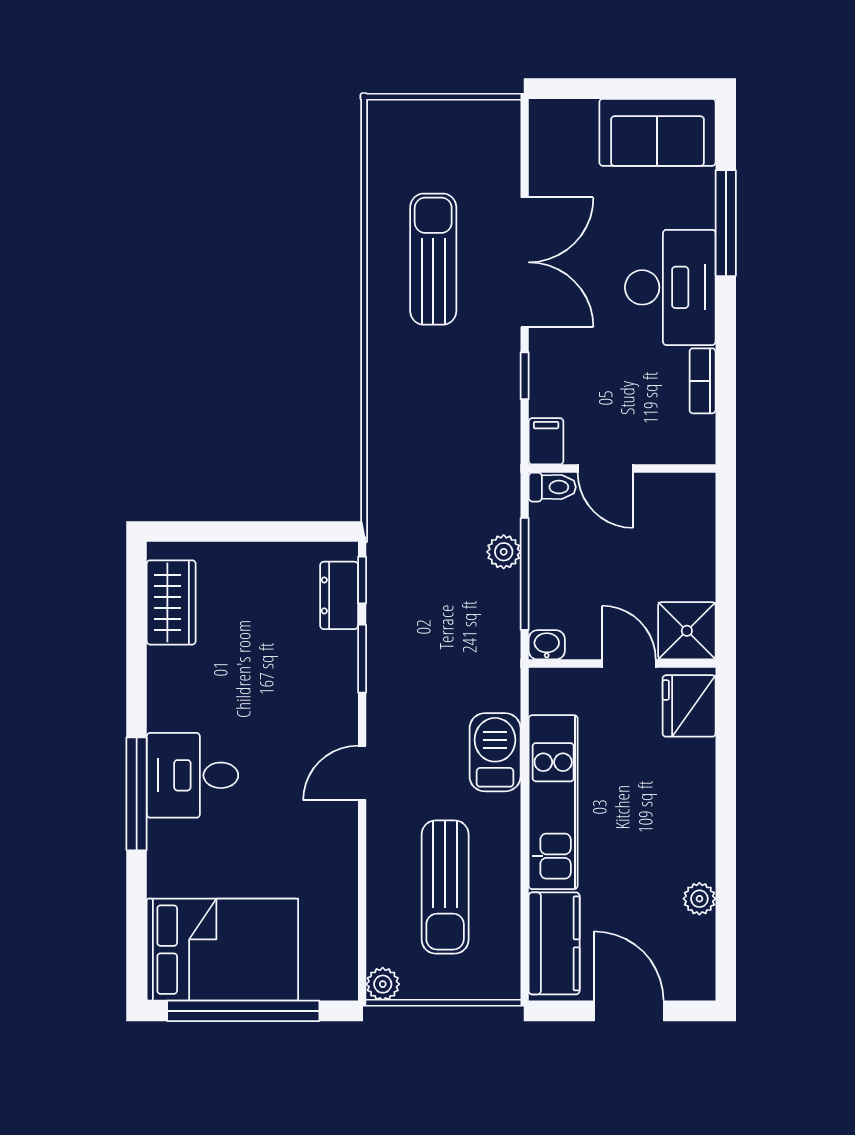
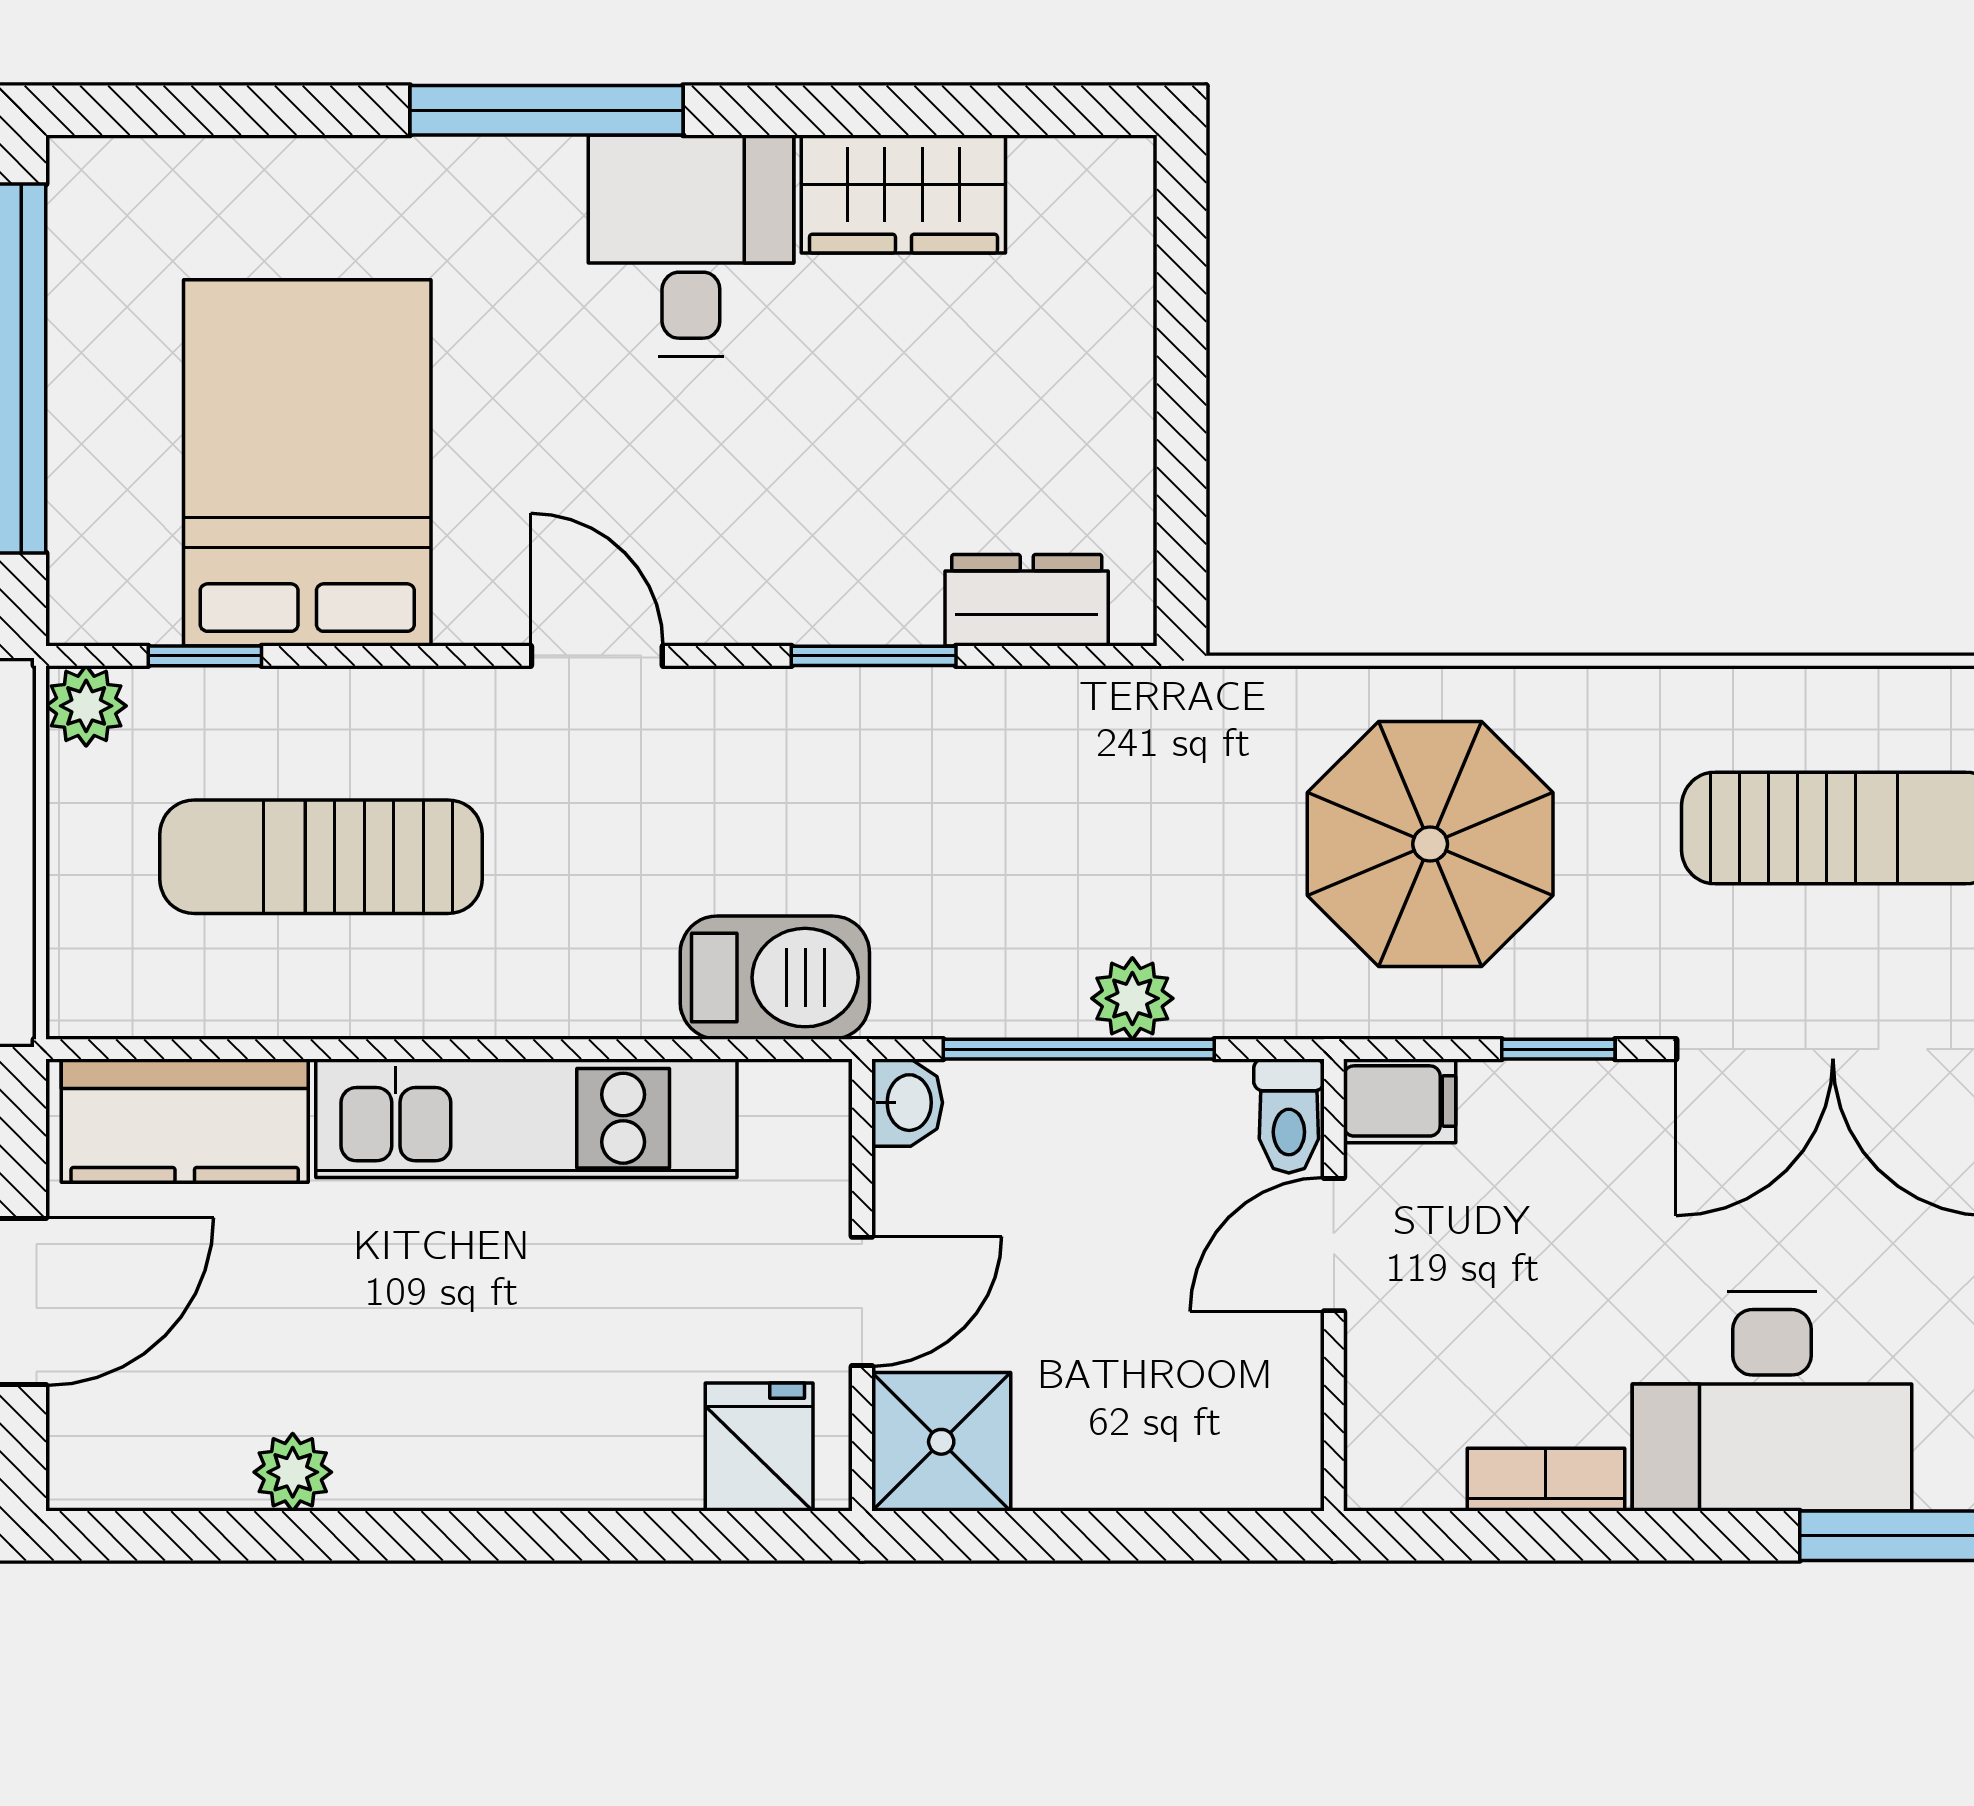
parasol: (440, 429) -> (1430, 844), added
window: (362, 580) -> (205, 656), moved
wardrobe: (171, 602) -> (903, 194), moved
fridge: (689, 706) -> (759, 1447), width x0.72
barbecue: (495, 752) -> (775, 978), moved
desk: (192, 775) -> (691, 245), moved
bed: (222, 950) -> (307, 463), moved, turned 180

